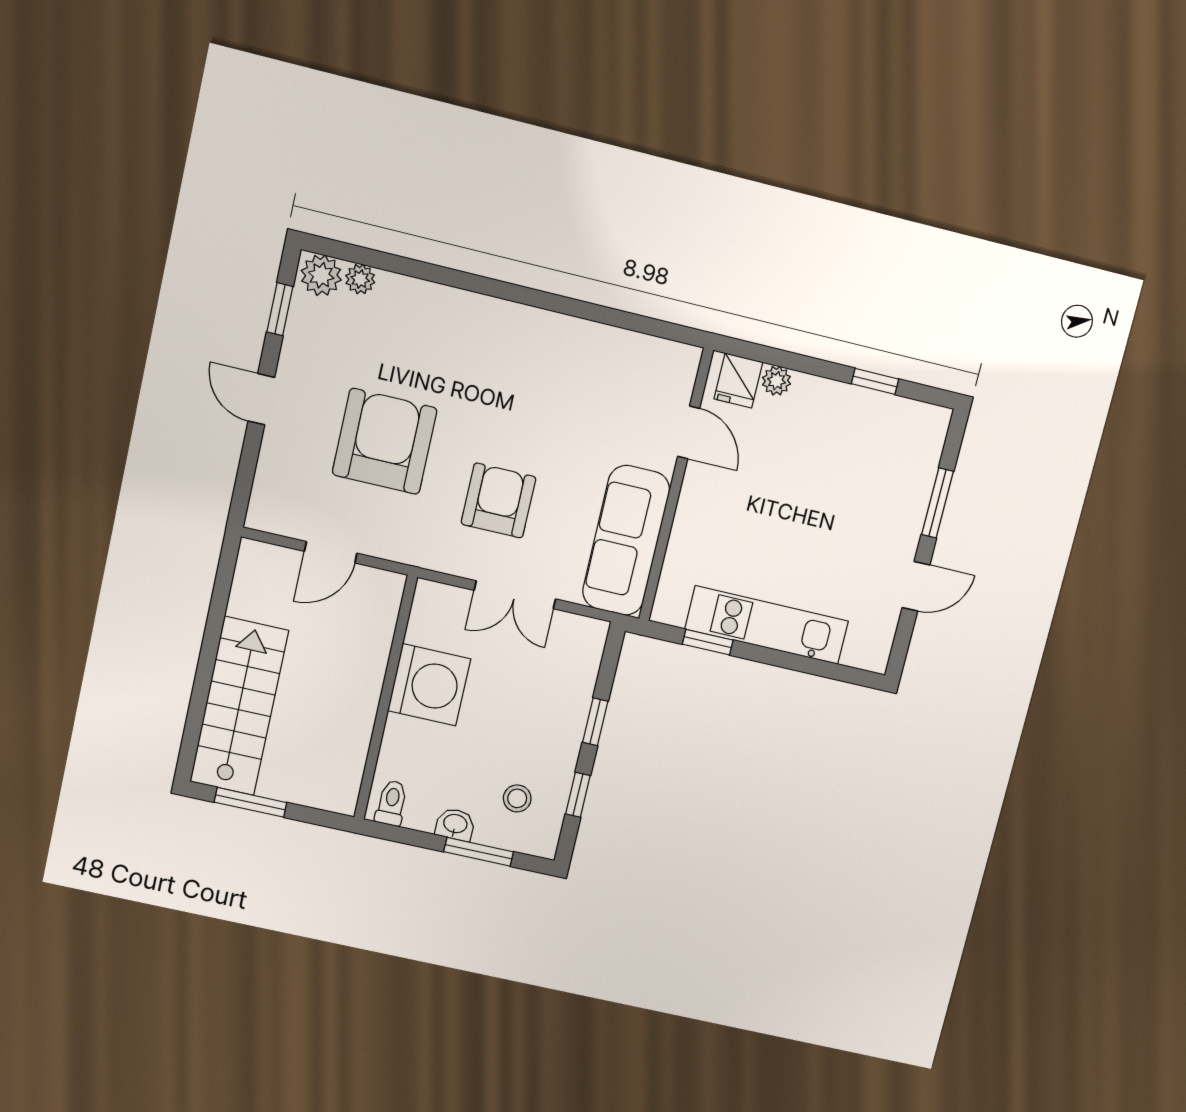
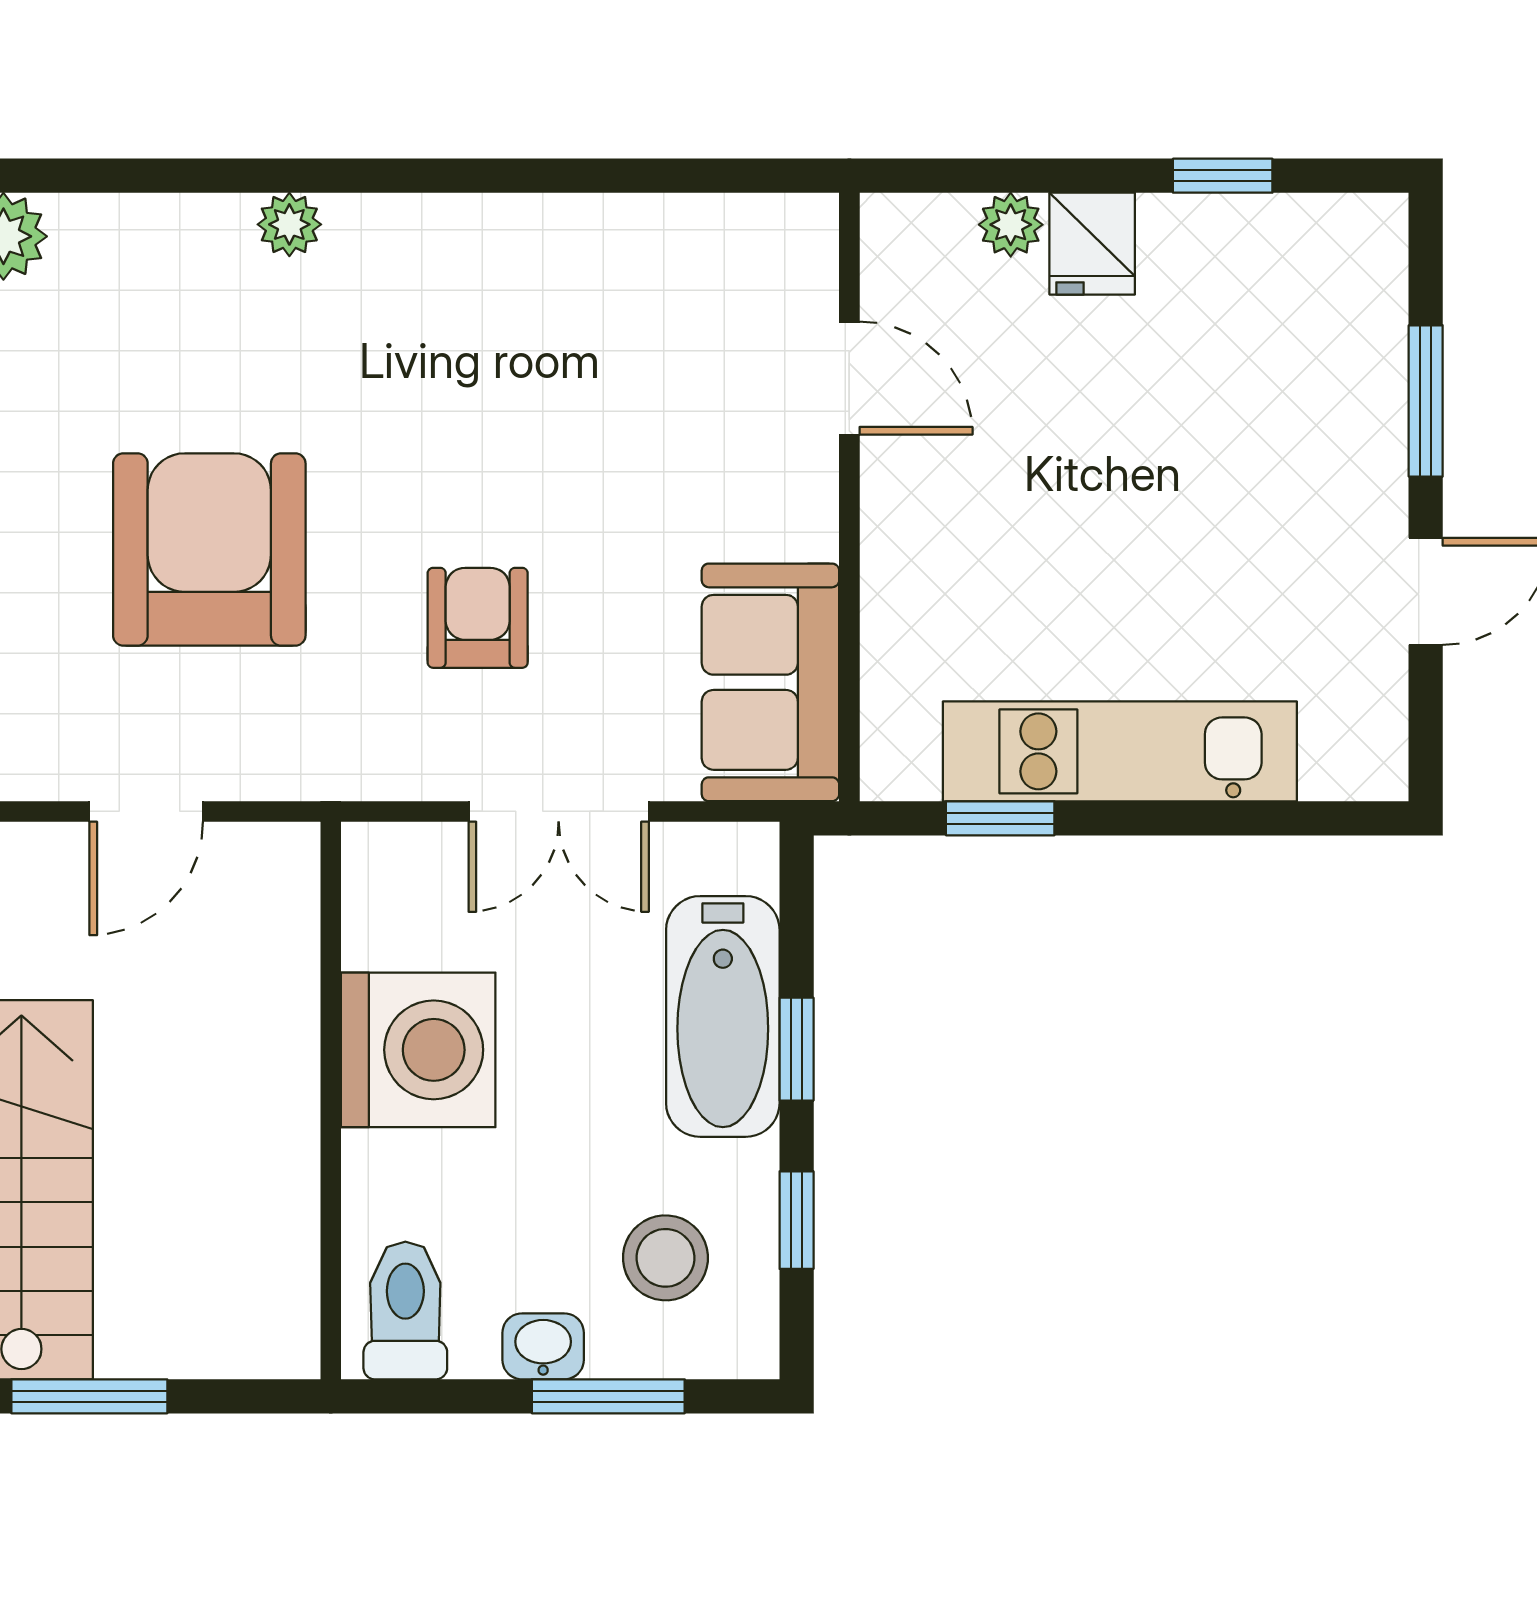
plant: (360, 279) -> (289, 224), moved
fridge: (738, 380) -> (1092, 244), moved
armchair: (498, 501) -> (478, 618), width x0.72, depth x0.72
sofa: (626, 541) -> (770, 682), width x0.73
bathtub: (566, 700) -> (723, 1016), added
stool: (517, 798) -> (665, 1258), width x1.37, depth x1.37
toilet: (391, 803) -> (405, 1310), width x1.37, depth x1.39

